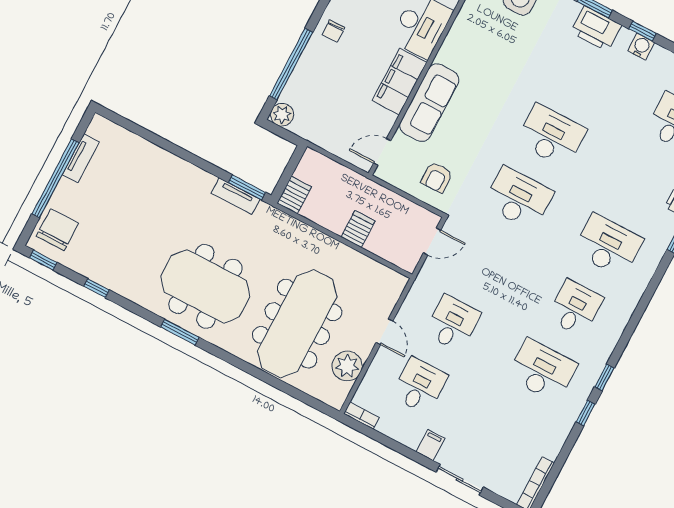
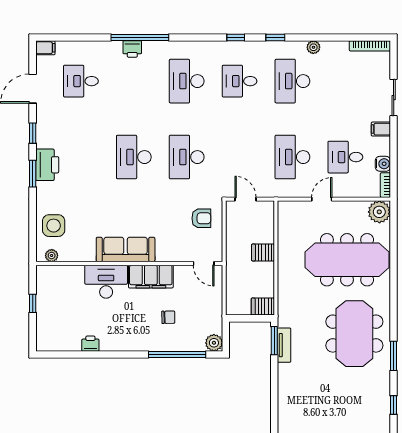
chair: (333, 31) -> (168, 317), moved
water cooler: (641, 47) -> (383, 164), moved, turned 180
sofa: (429, 103) -> (126, 249), moved
desk: (452, 323) -> (292, 157), width x1.37
window: (180, 332) -> (394, 356), moved
plant: (347, 366) -> (379, 212), moved
window: (586, 413) -> (236, 37), moved
plant: (569, 416) -> (313, 47), added

